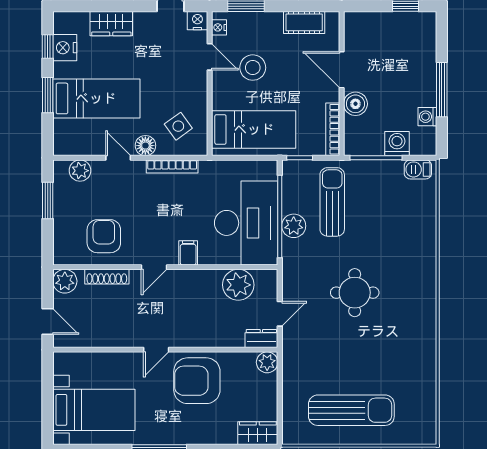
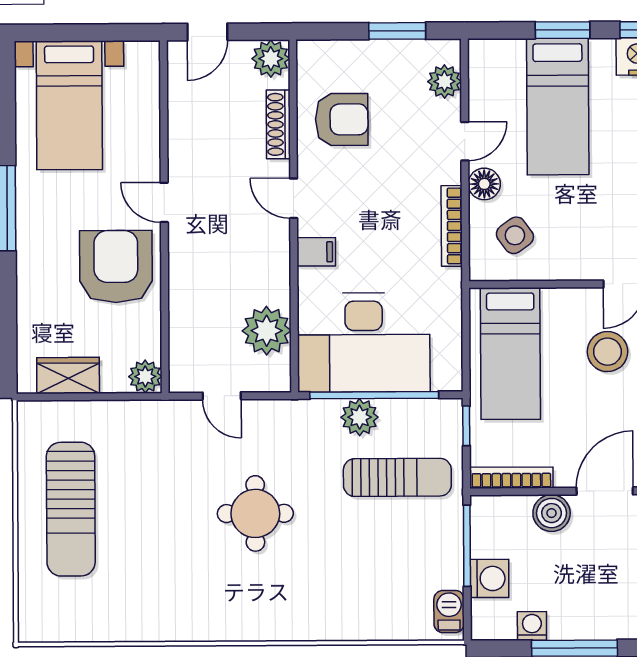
dresser: (261, 338) -> (183, 367), removed
wardrobe: (258, 433) -> (68, 375), moved, turned -90

